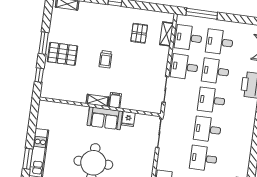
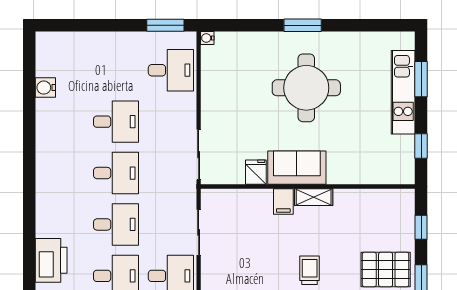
window: (33, 121) -> (421, 146), added

